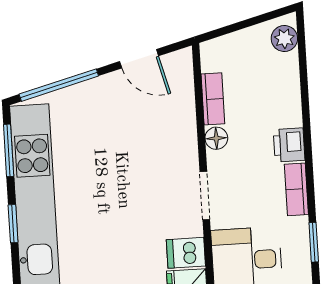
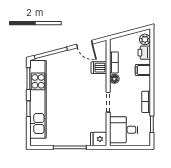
filing cabinet: (284, 113) -> (143, 70), added
printer: (289, 145) -> (144, 53), moved
dishwasher: (186, 253) -> (99, 68), moved

